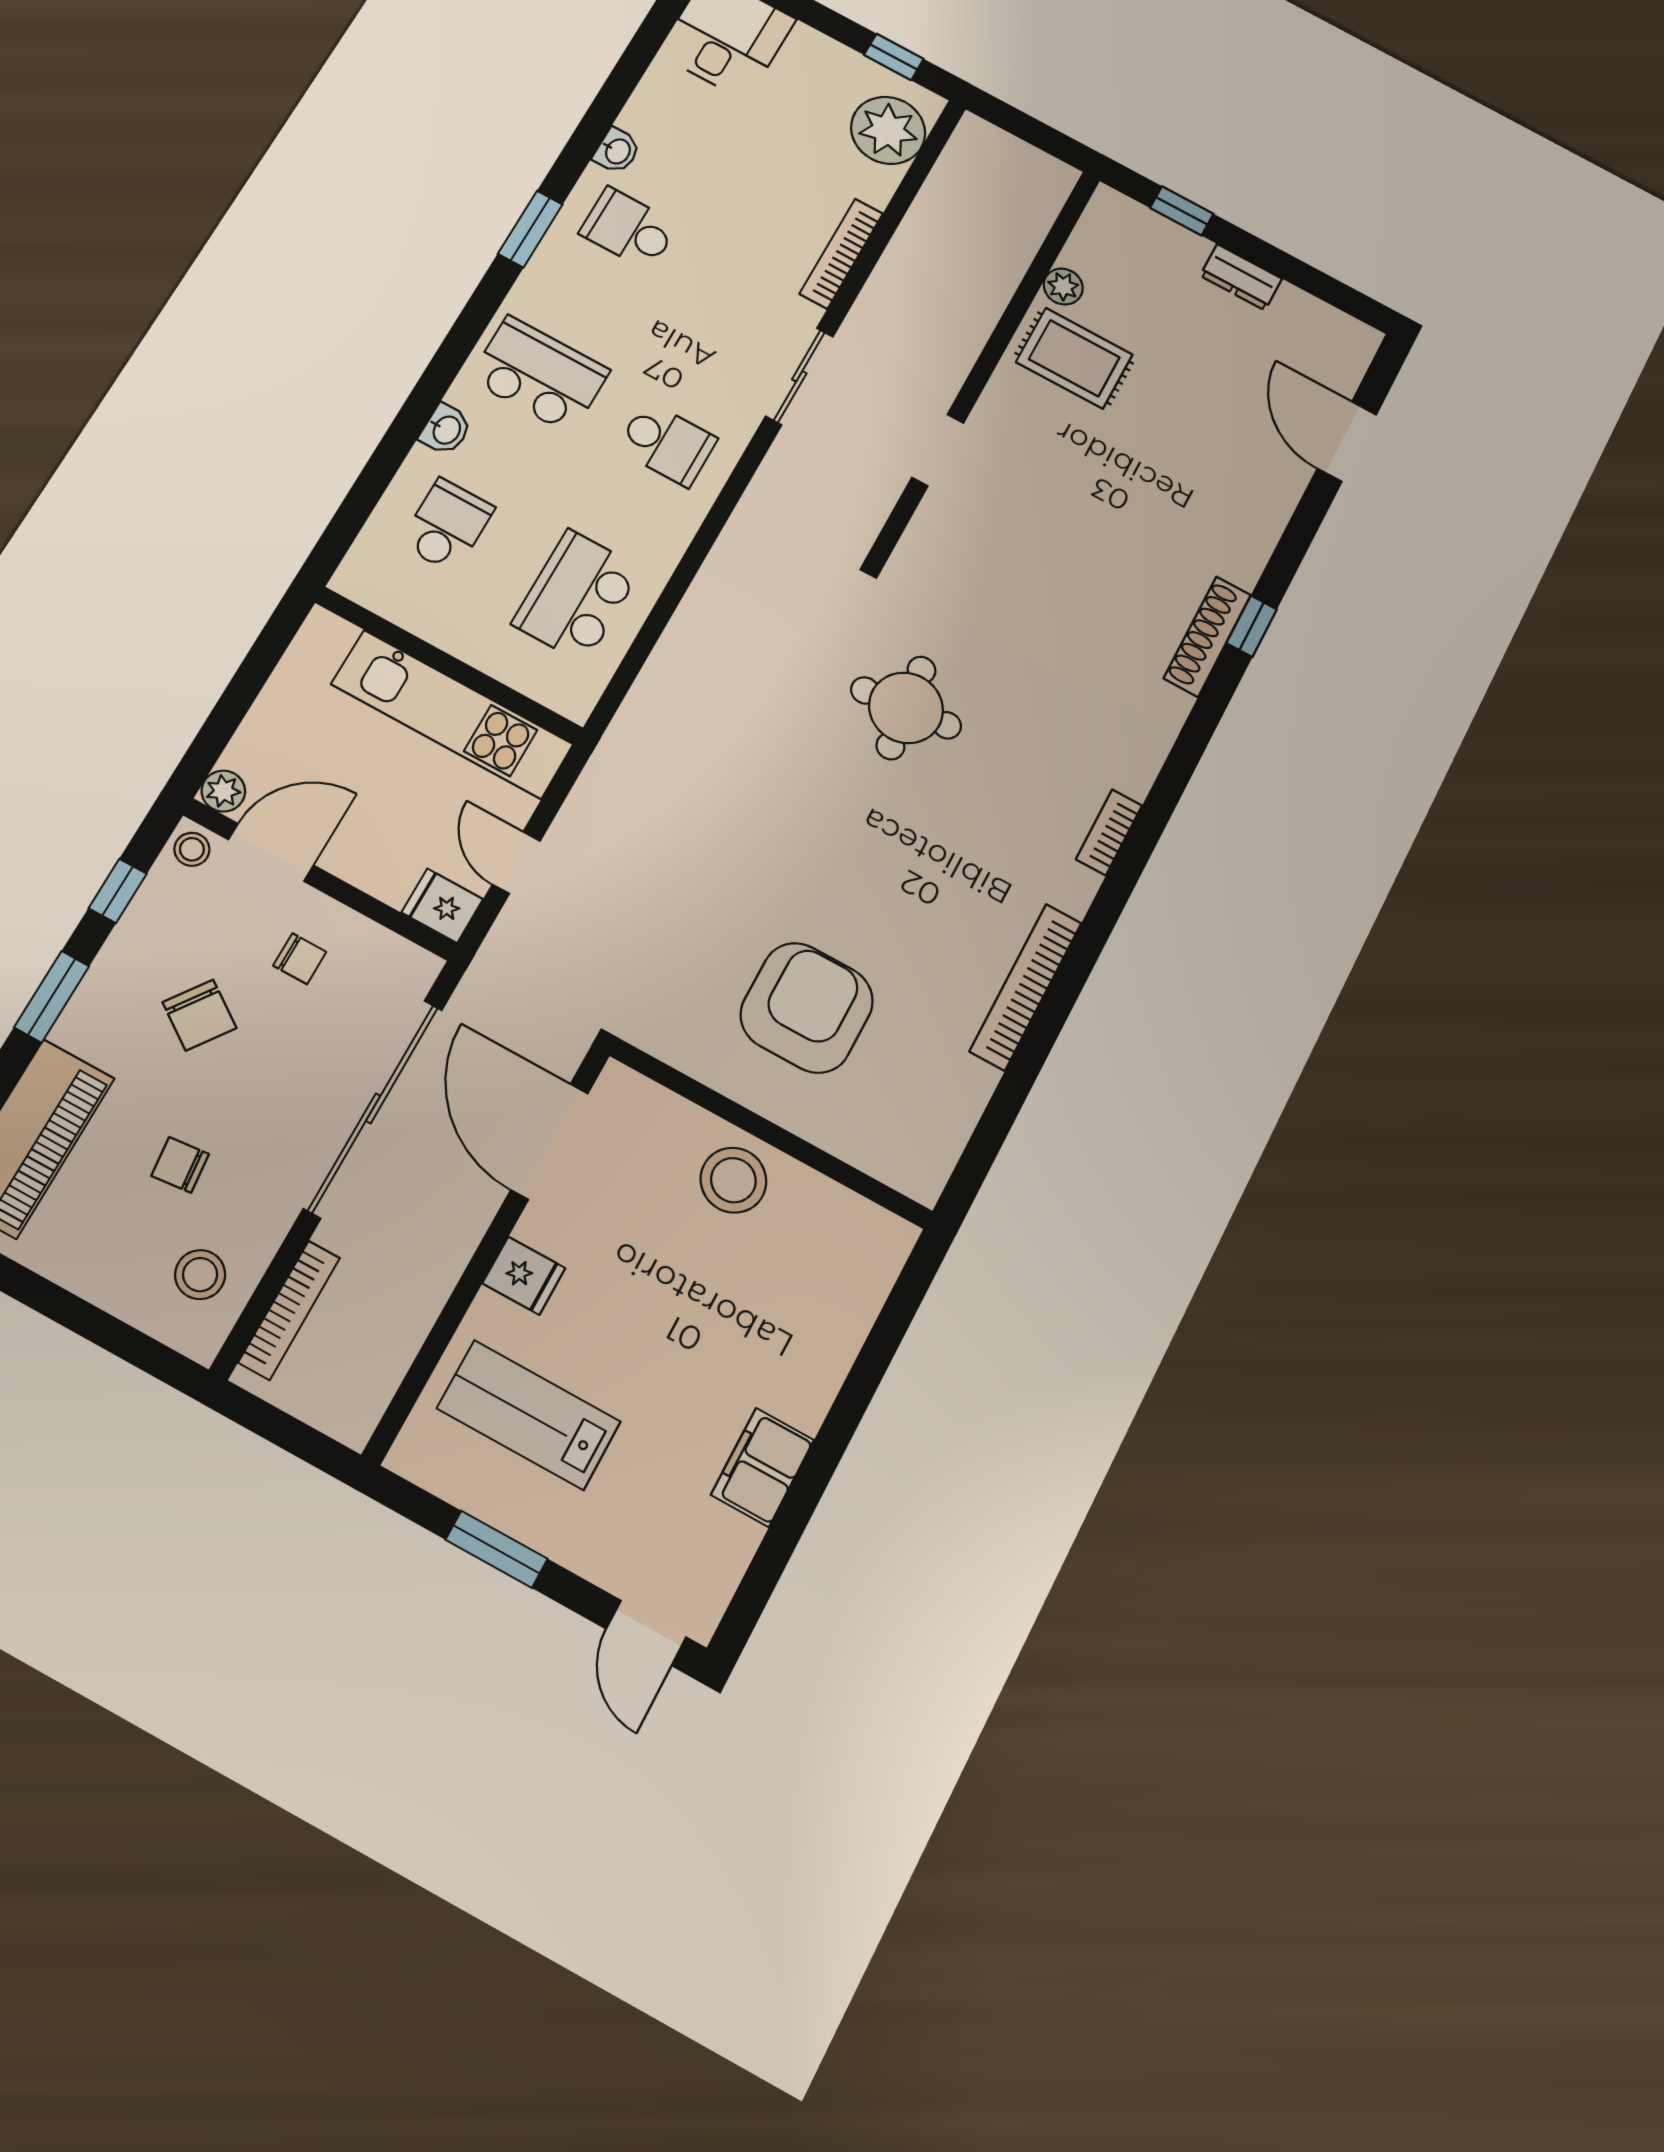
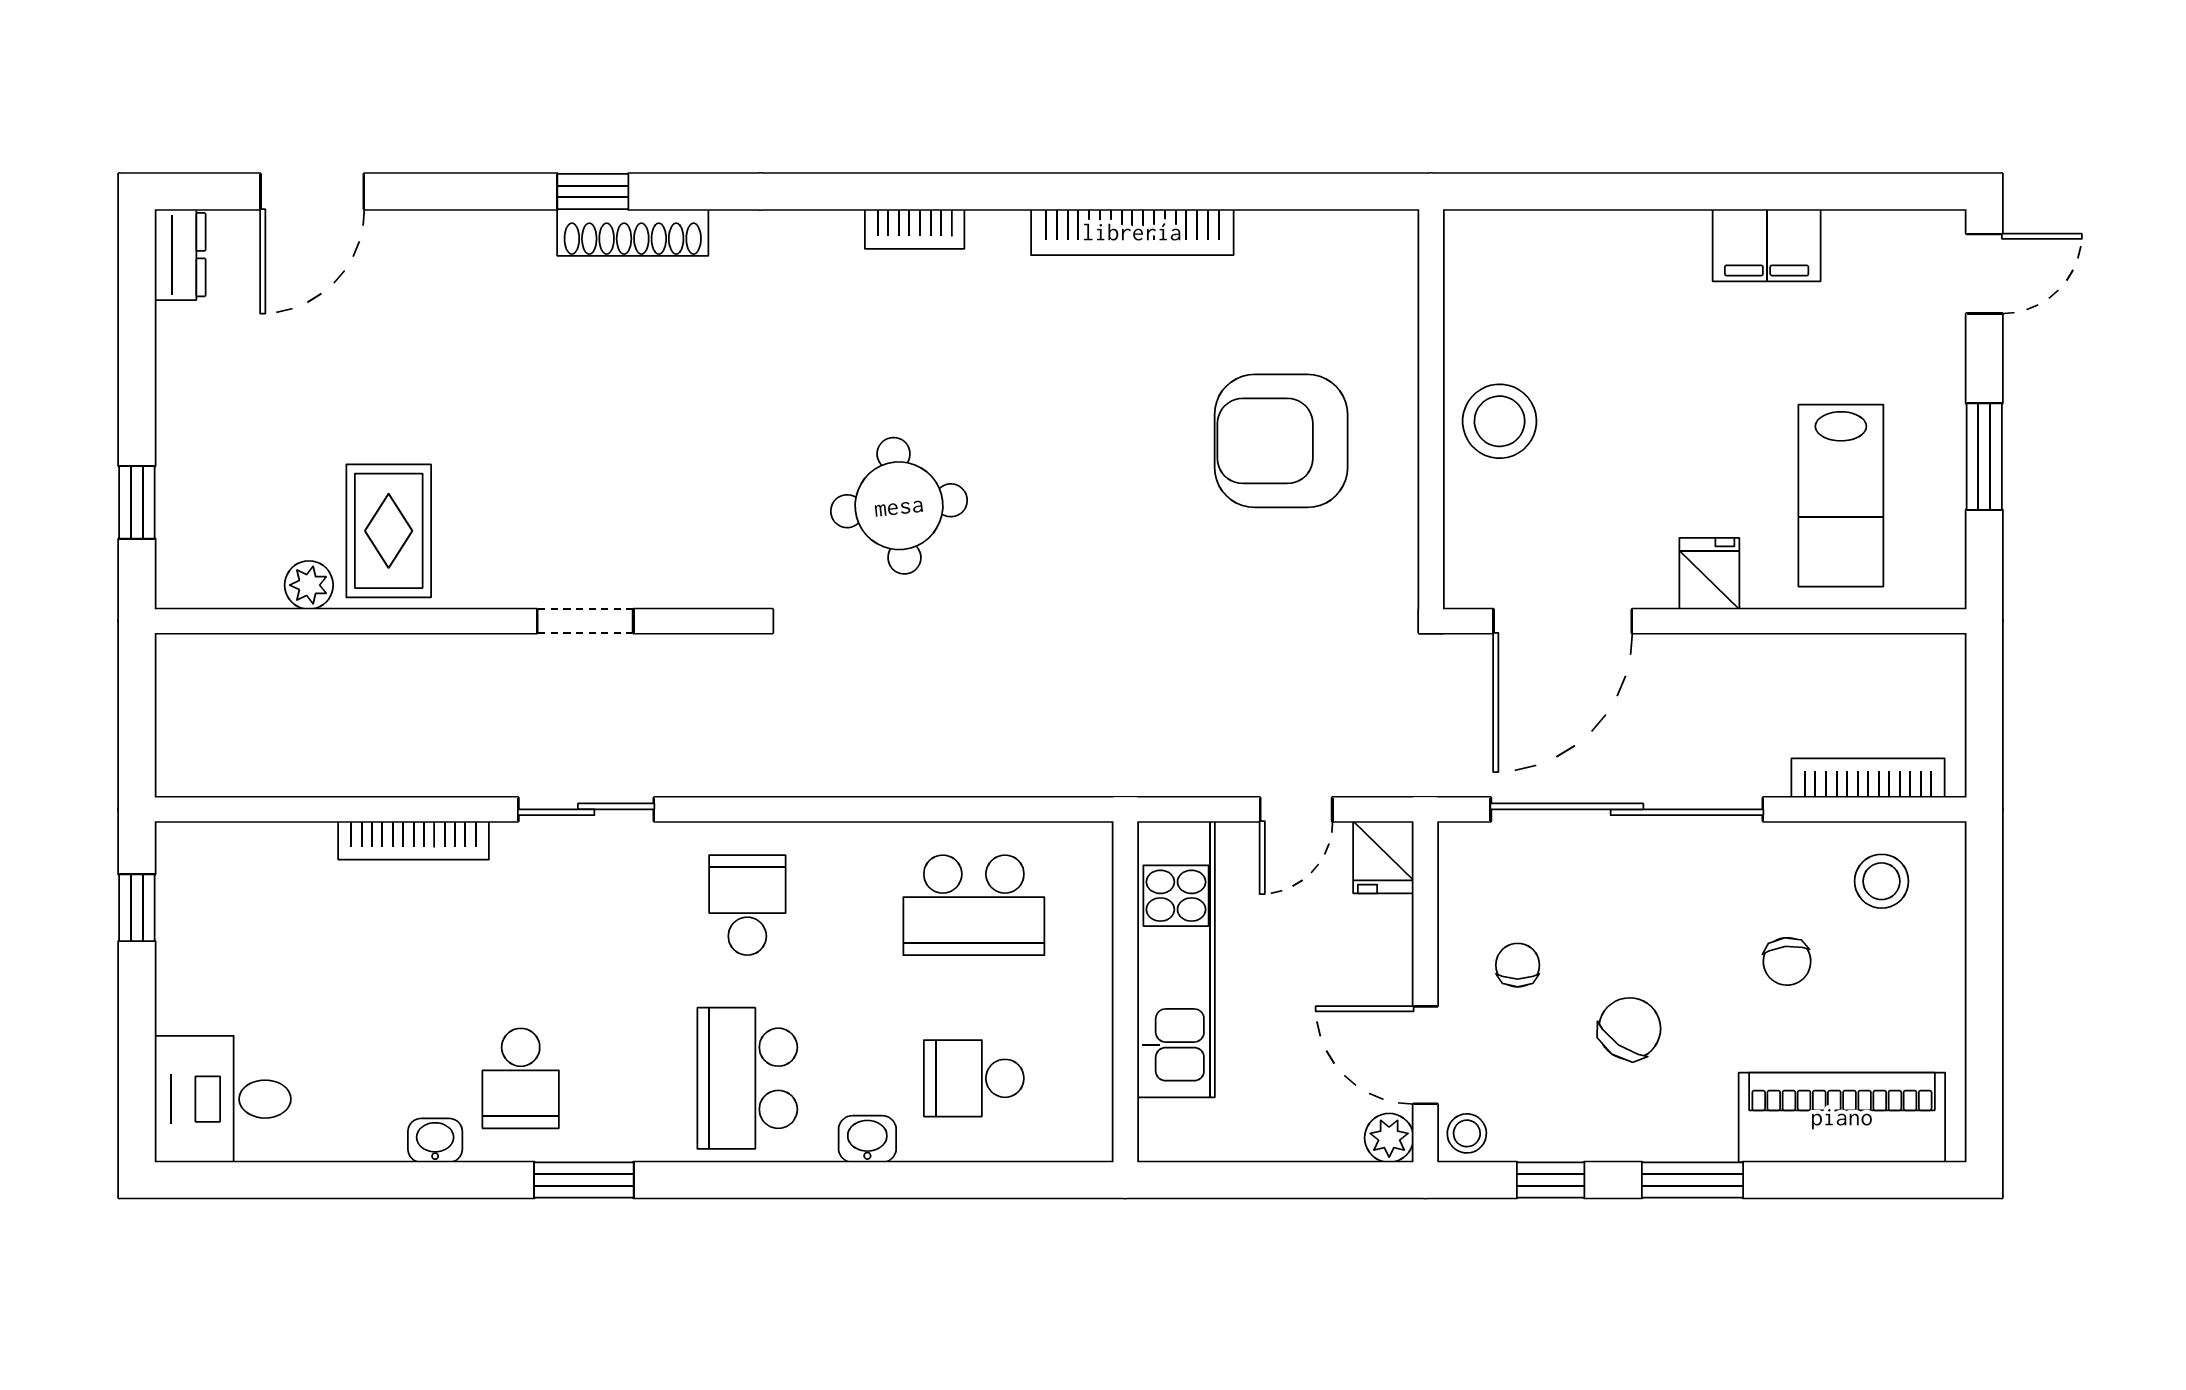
plant: (888, 130) -> (232, 867), removed
dresser: (1241, 277) -> (180, 255), moved

